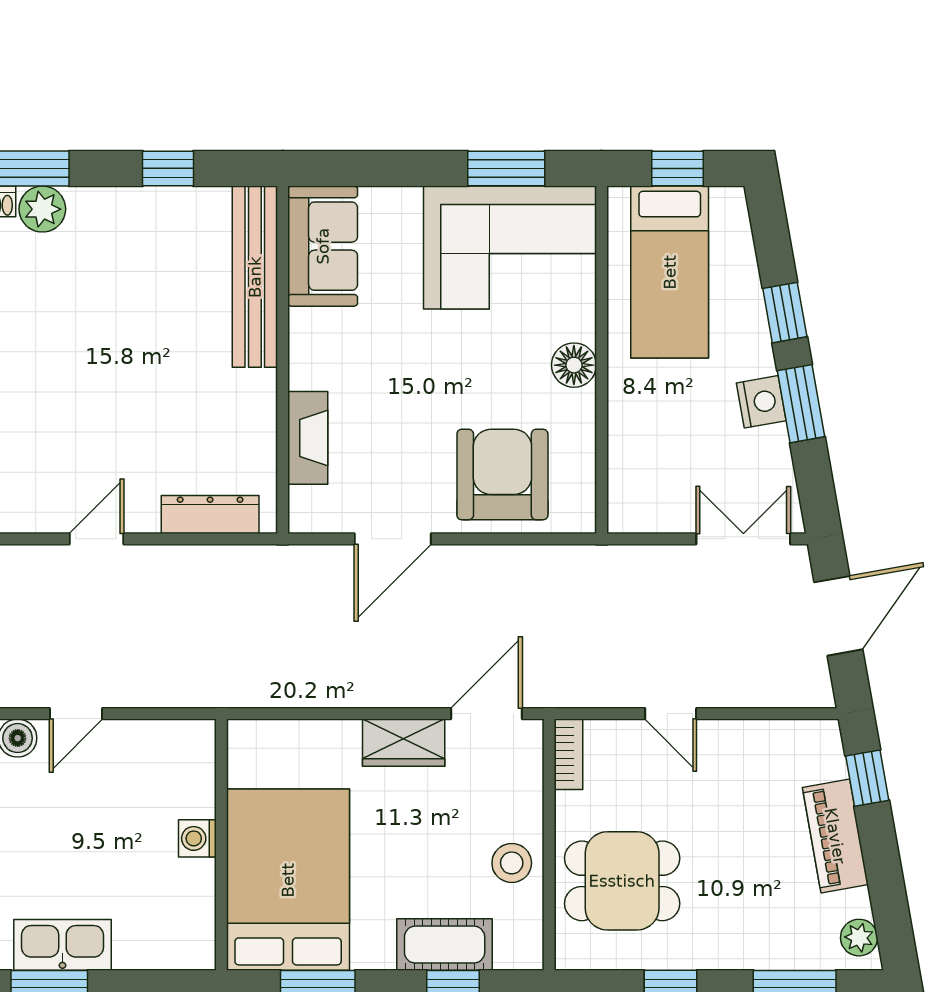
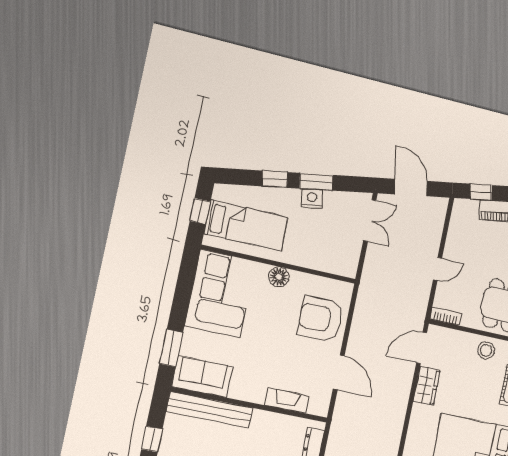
window: (506, 168) -> (171, 348), moved
double door: (743, 539) -> (370, 221), swing flipped
door: (486, 714) -> (422, 348), hinge flipped

